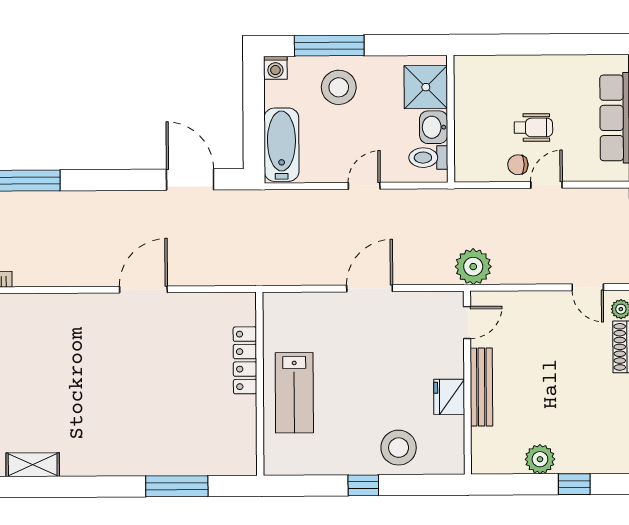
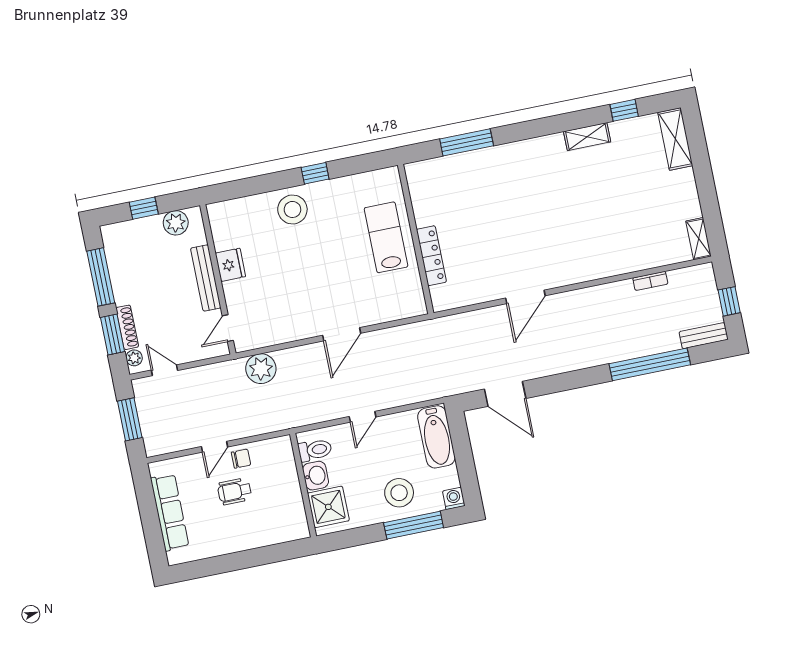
door: (467, 323) -> (228, 328), moved
wall: (467, 383) -> (218, 279), moved
bench: (481, 387) -> (206, 278), moved
fridge: (449, 397) -> (230, 265), moved

